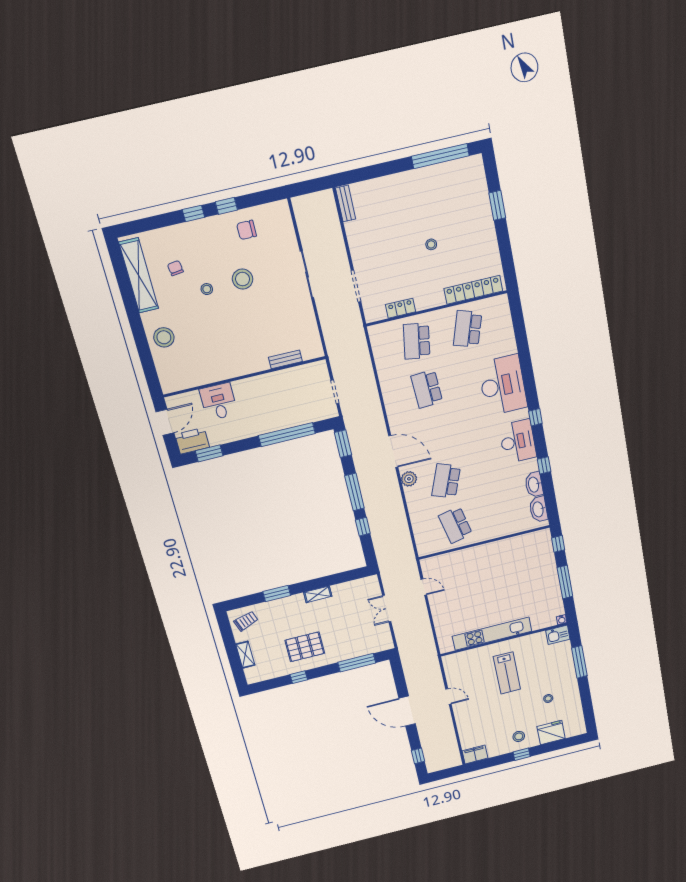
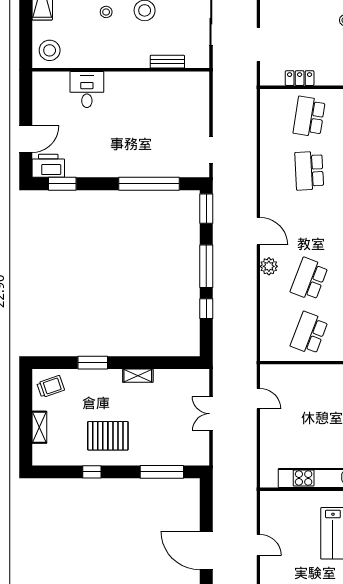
bench: (285, 359) -> (167, 62), moved
wall: (245, 377) -> (121, 70), moved
desk: (219, 402) -> (87, 90), moved
door: (393, 452) -> (258, 231), width x0.73
school desk: (455, 525) -> (309, 333), turned 33

